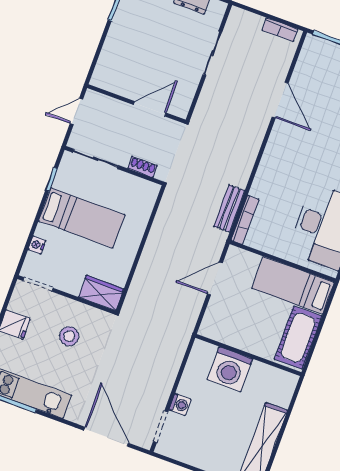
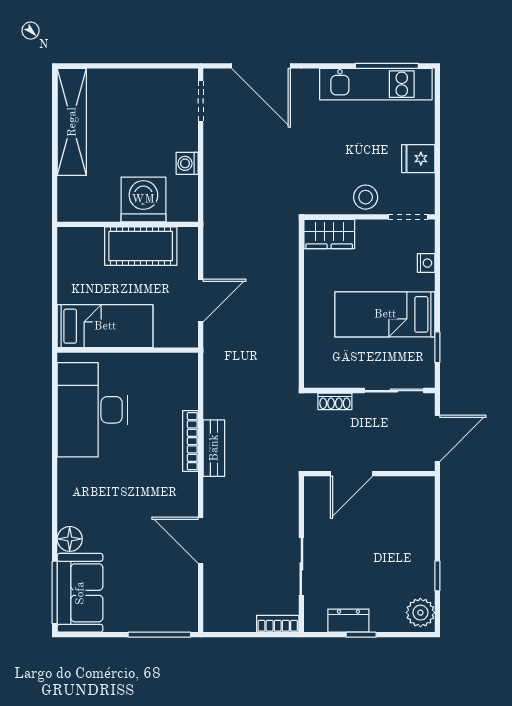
bookcase: (280, 30) -> (278, 624), moved
door: (76, 112) -> (437, 438), width x1.38
bench: (229, 208) -> (214, 448), moved
bookcase: (245, 220) -> (190, 441), moved
stool: (69, 336) -> (366, 197), moved
cot: (298, 338) -> (141, 246), moved, turned 90
washing machine: (180, 404) -> (187, 163), moved

